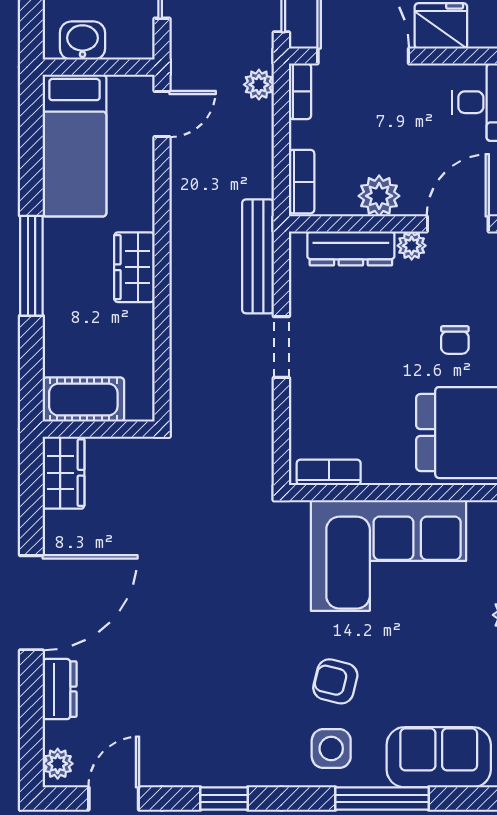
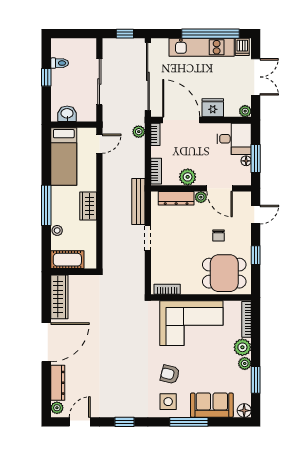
door: (458, 224) -> (220, 188), swing flipped
stool: (58, 328) -> (57, 230), added
wardrobe: (63, 473) -> (59, 297), width x1.50
dresser: (60, 689) -> (58, 383), width x1.44

